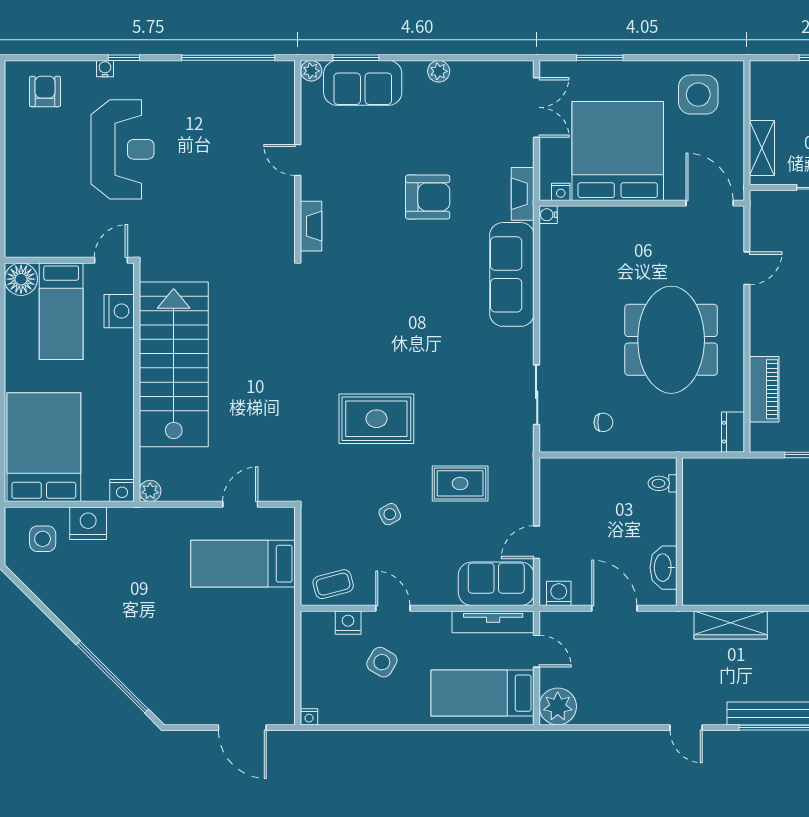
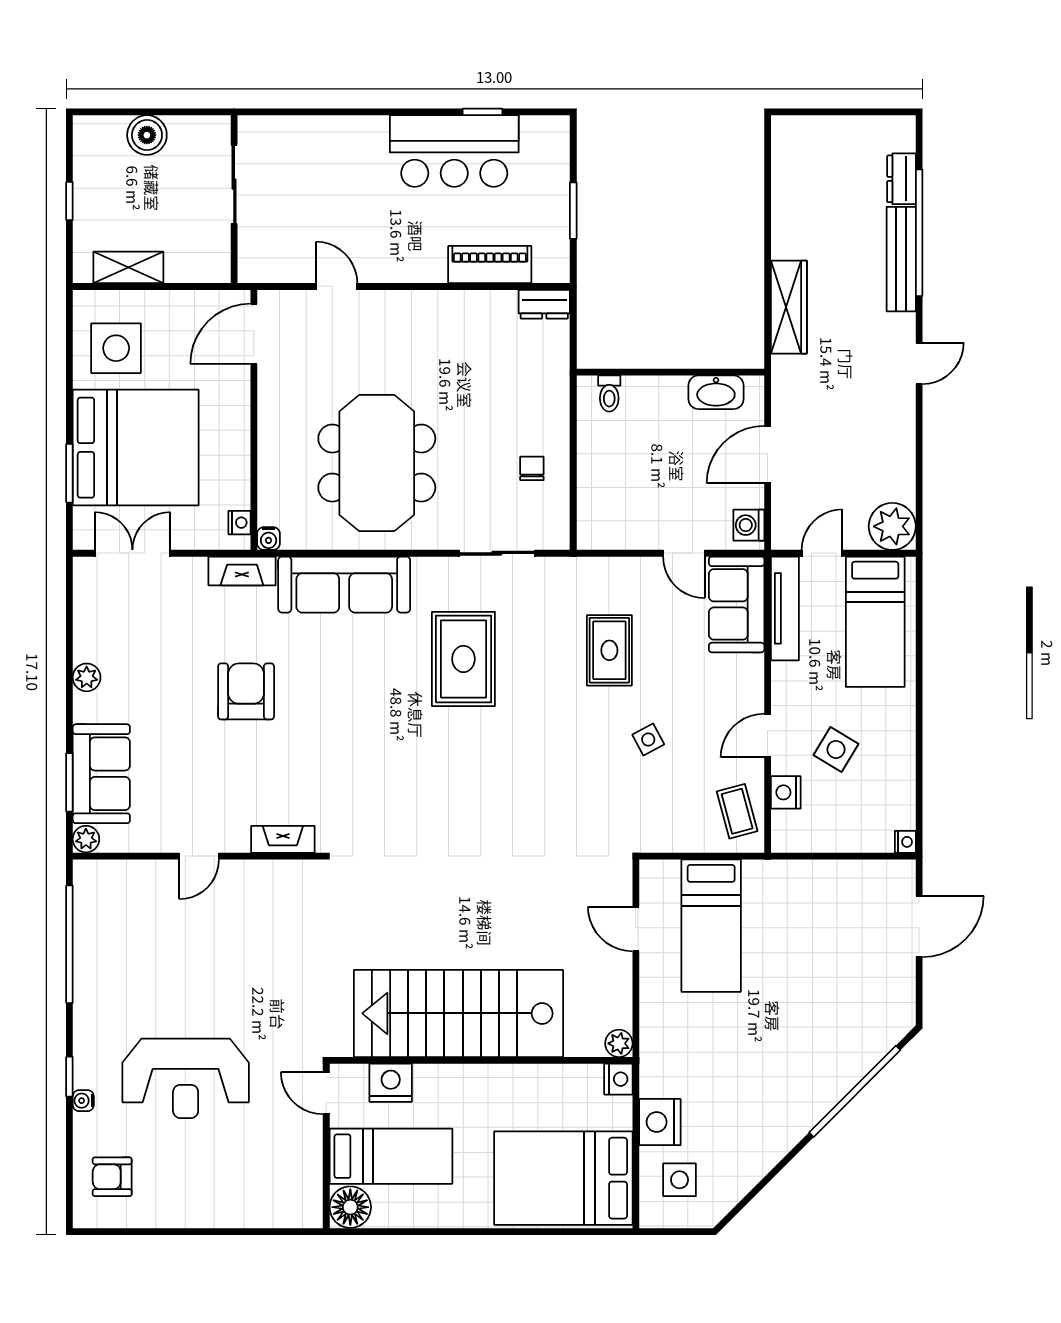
shelving: (762, 148) -> (128, 267), moved
reception desk: (123, 149) -> (186, 1078), turned 180
bed: (618, 151) -> (136, 448), moved, turned 180
meeting table: (671, 340) -> (377, 463), moved, turned 90
rug: (376, 419) -> (463, 659), moved

